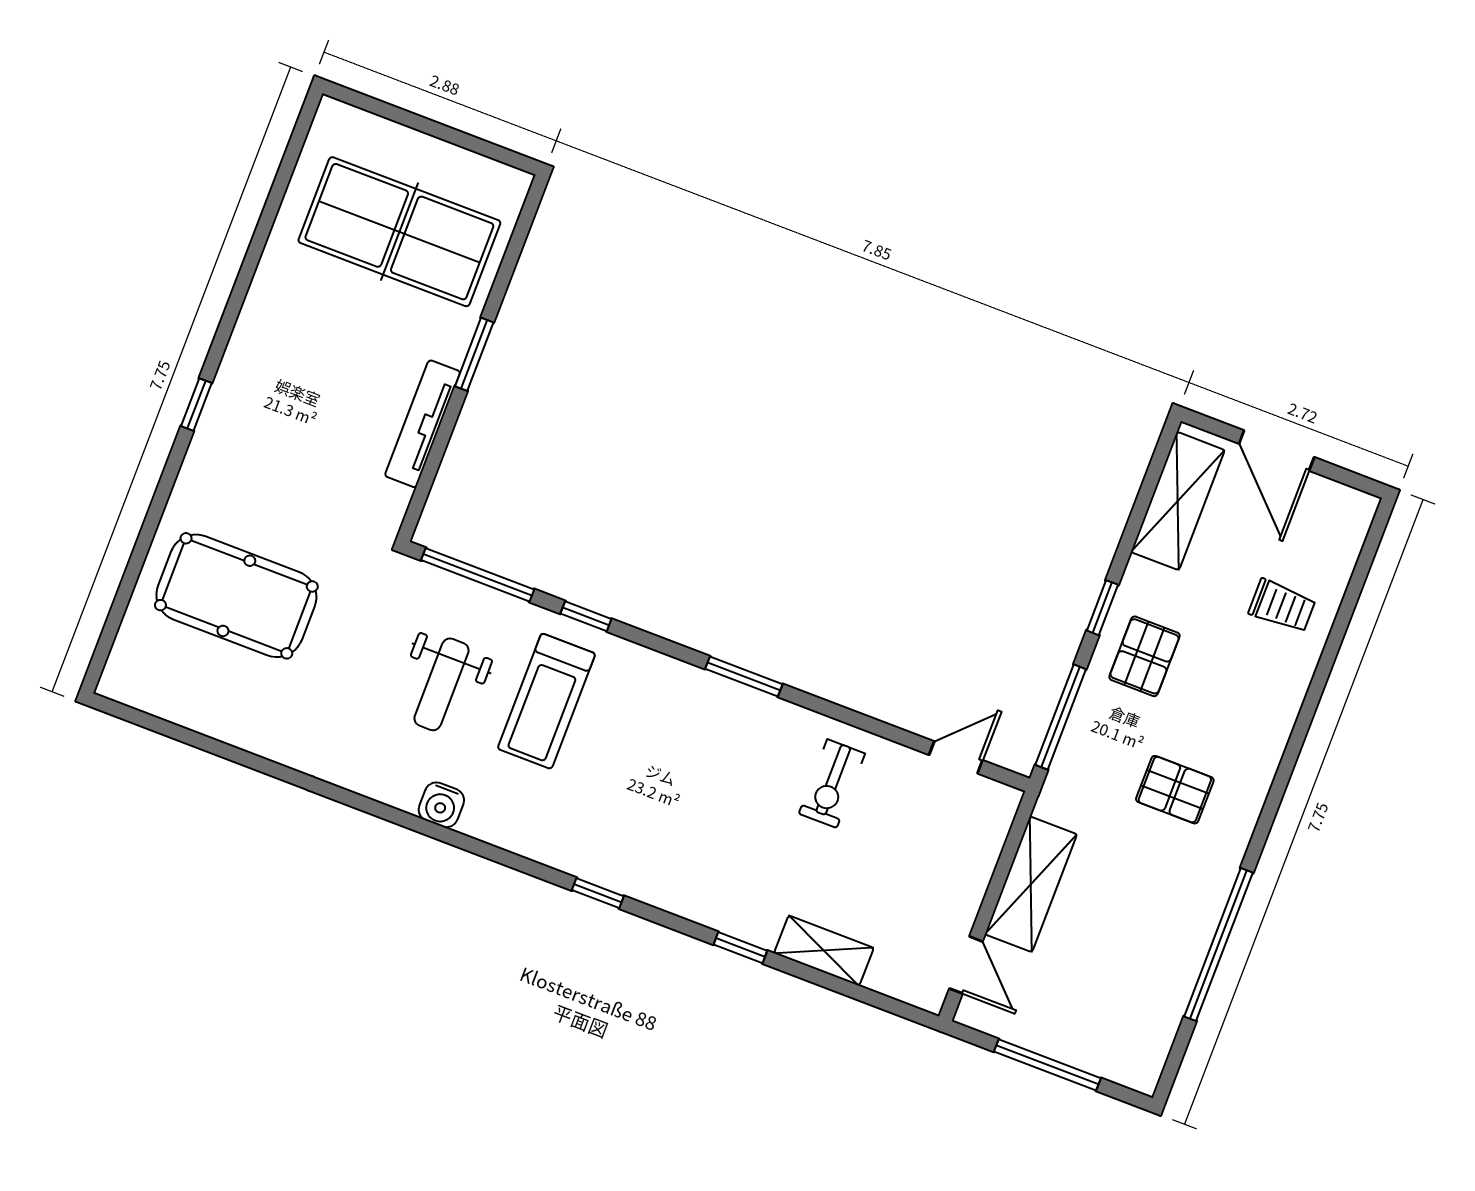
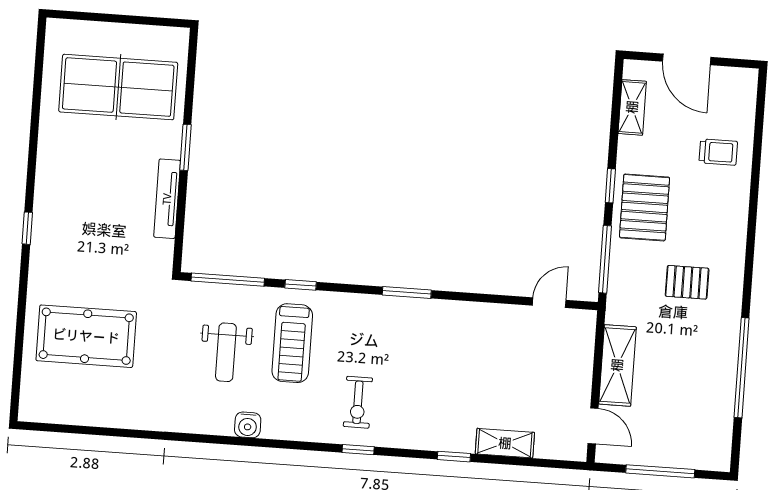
shelving: (1178, 501) -> (632, 107), width x0.67, depth x0.75
pallet: (1144, 656) -> (645, 207), width x1.50, depth x1.42
exercise bike: (832, 784) -> (358, 402), moved

